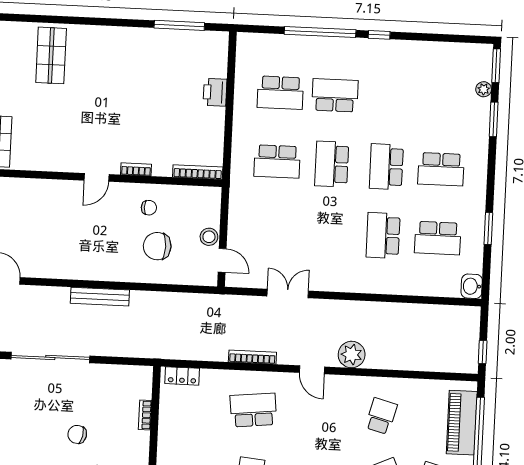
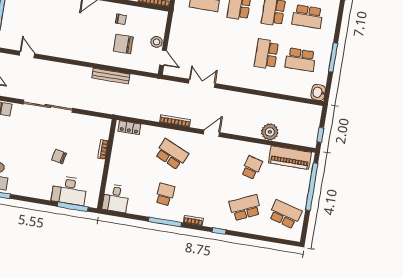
window: (488, 228) -> (333, 57), width x1.44
bench: (100, 297) -> (111, 76), moved
plant: (352, 355) -> (270, 132), moved
door: (312, 370) -> (212, 133), swing flipped
school desk: (253, 410) -> (172, 154), turned 30
piano: (462, 423) -> (290, 158), moved, turned -90

